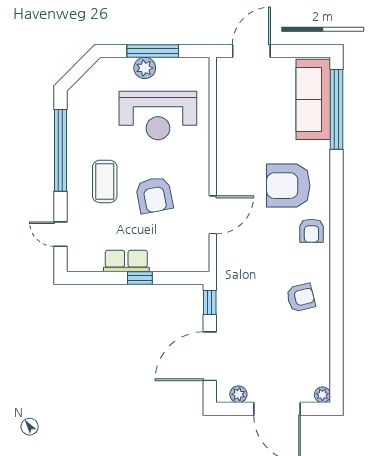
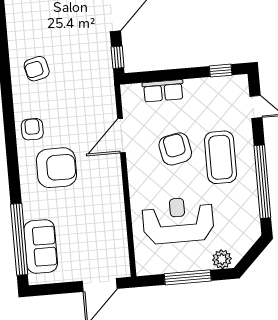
plant: (145, 68) -> (222, 259), moved
sofa: (313, 99) -> (41, 246), width x0.73
coffee table: (105, 181) -> (220, 157), width x1.36, depth x1.32
row of seats: (126, 261) -> (163, 91), moved
window: (140, 278) -> (221, 71), moved

